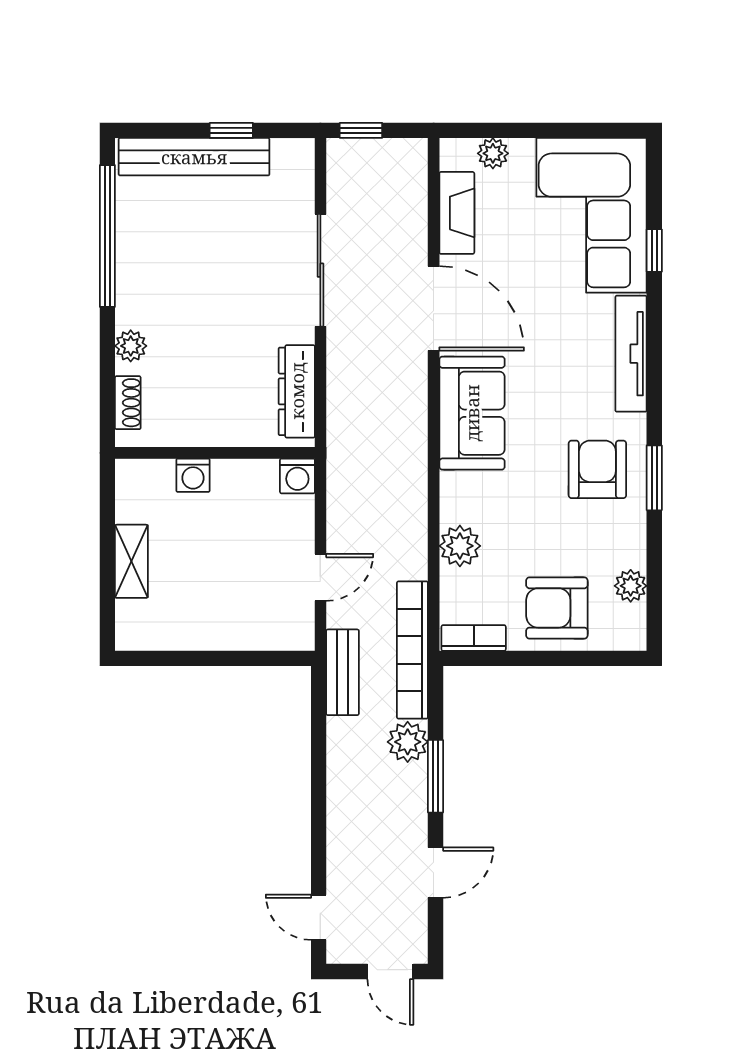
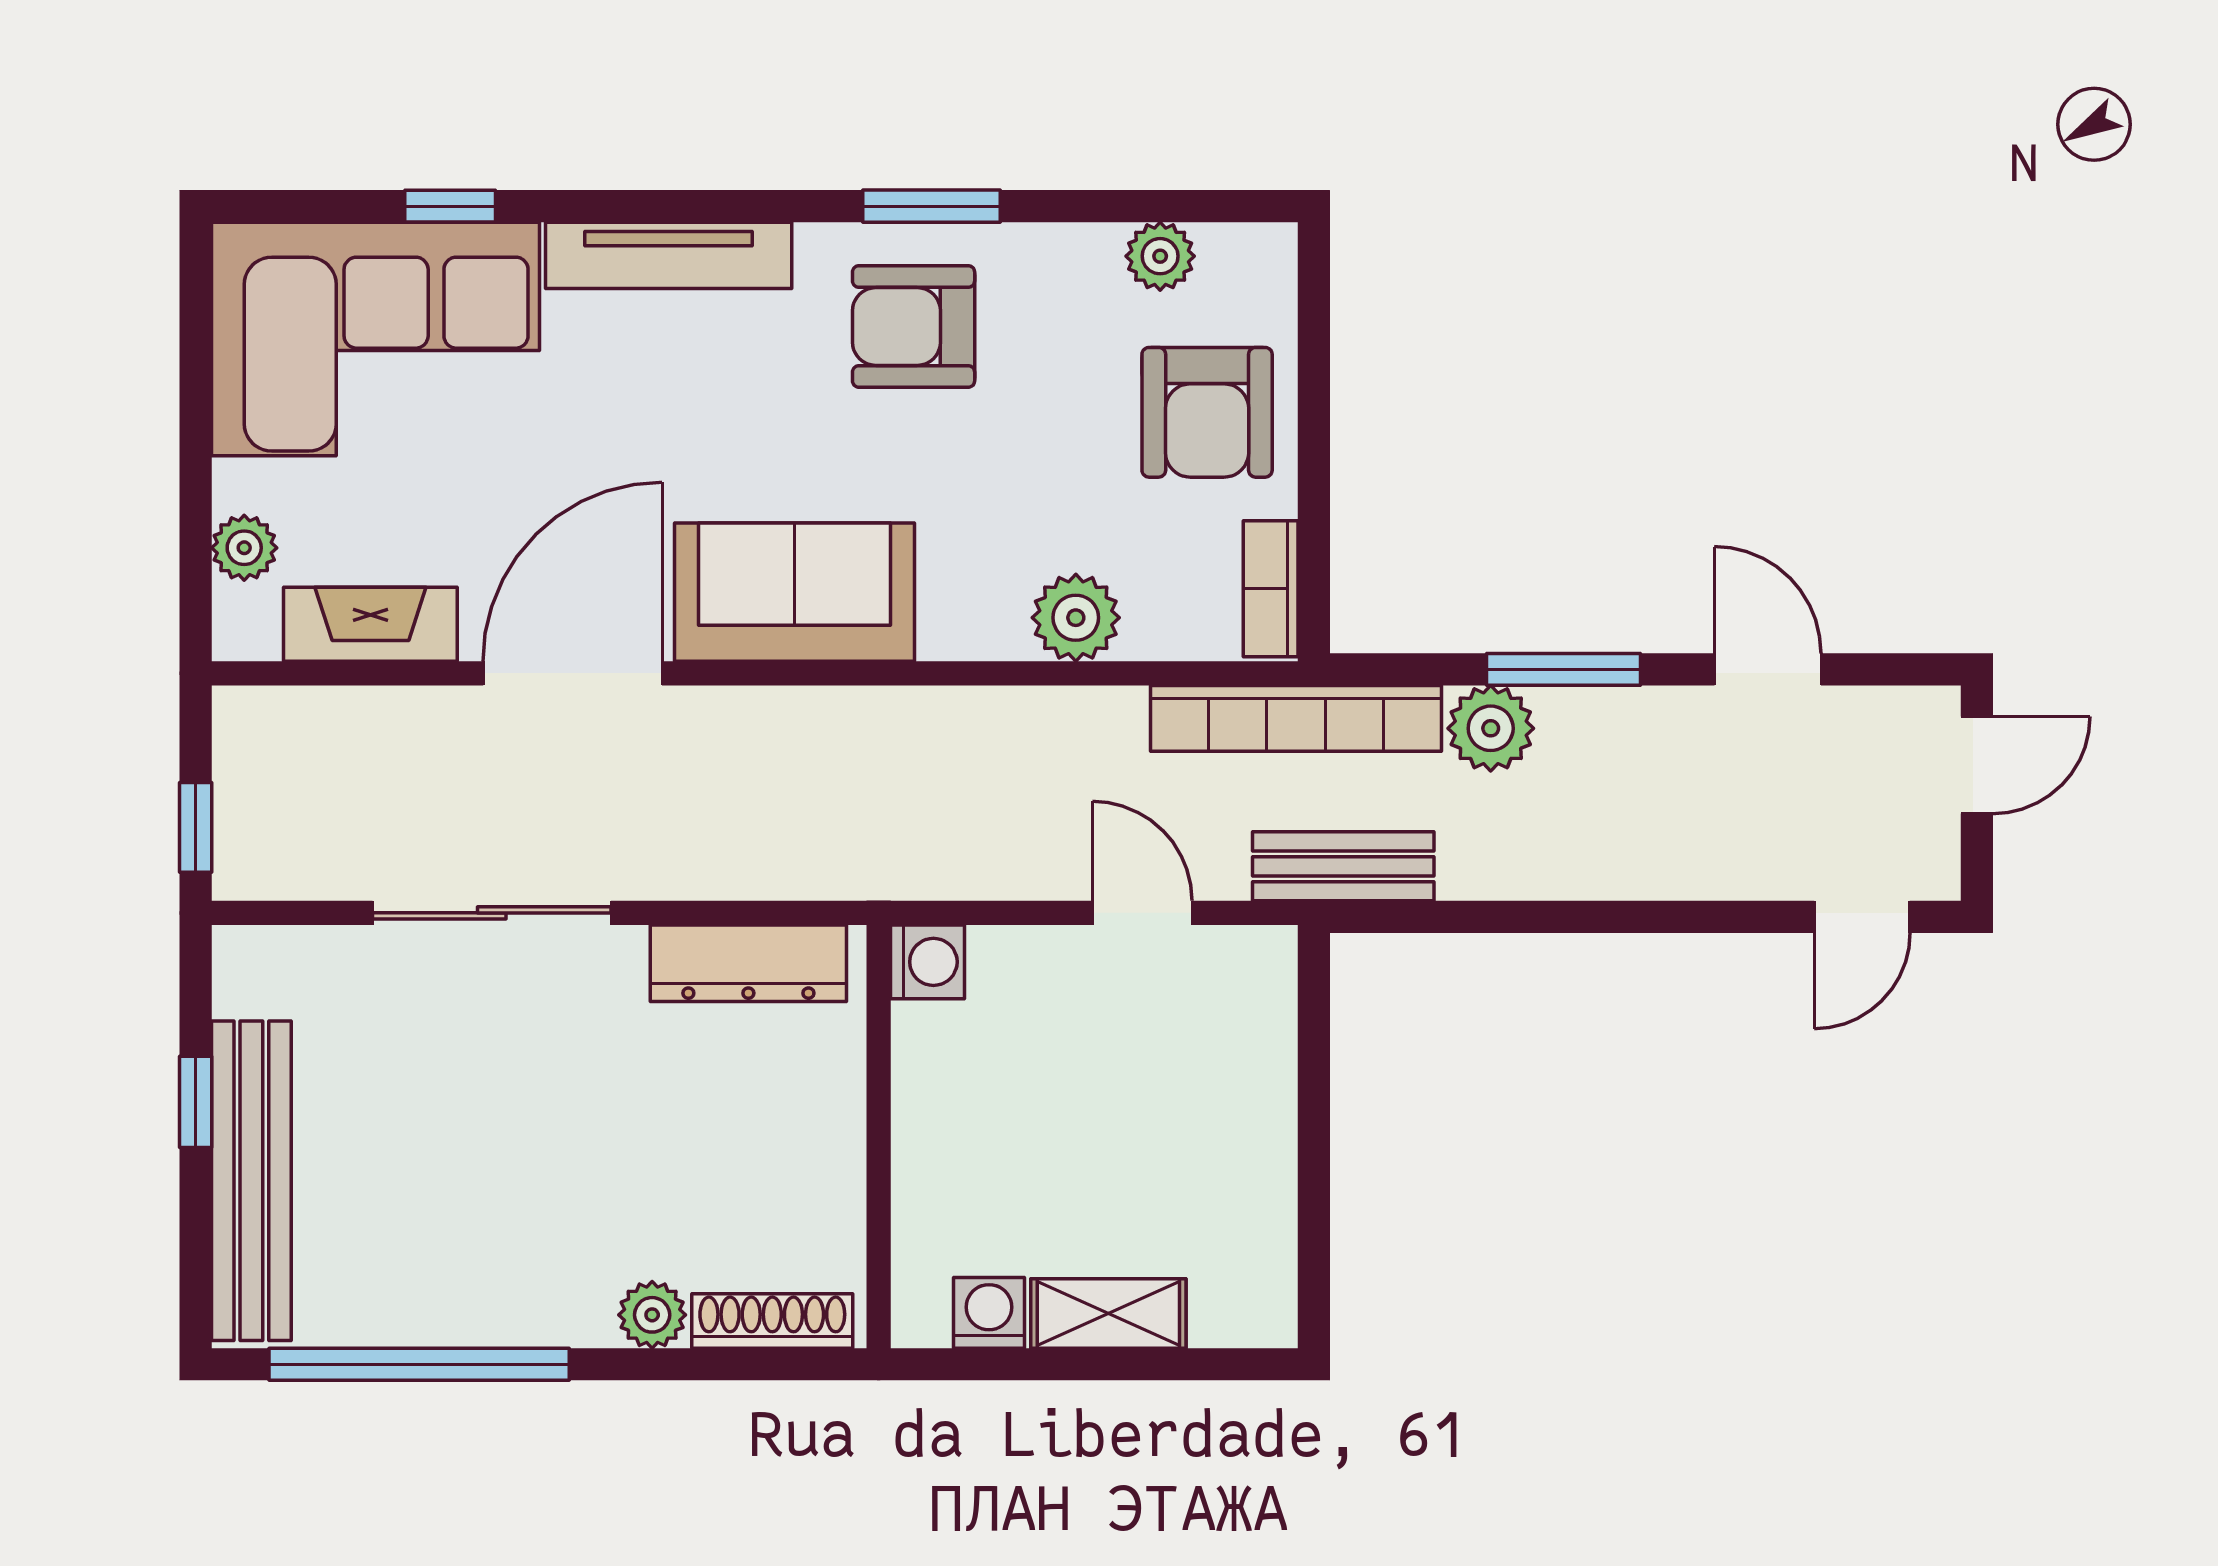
shoe rack: (128, 403) -> (772, 1321), width x1.43
washing machine: (193, 475) -> (989, 1313), moved, turned -90

